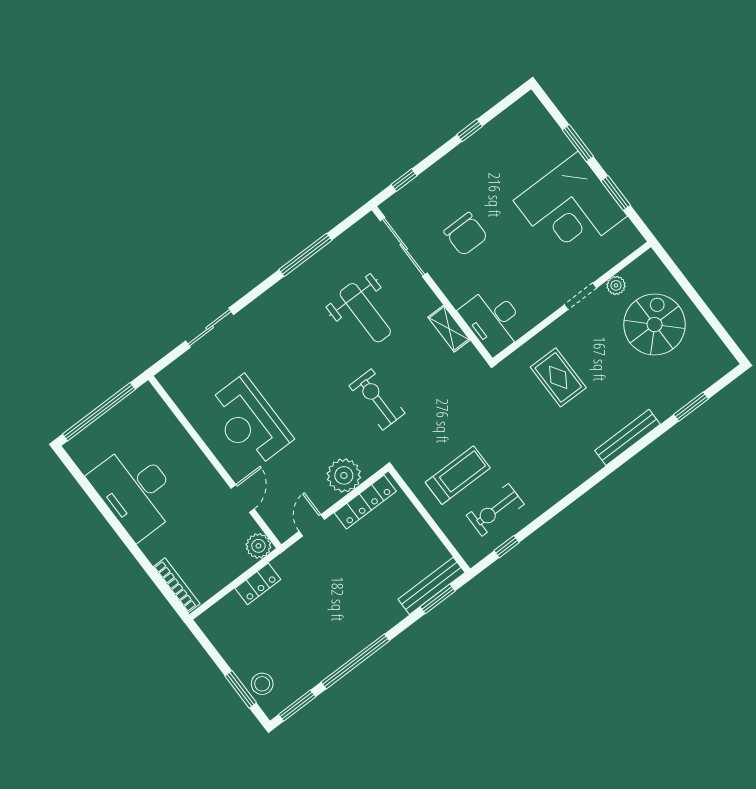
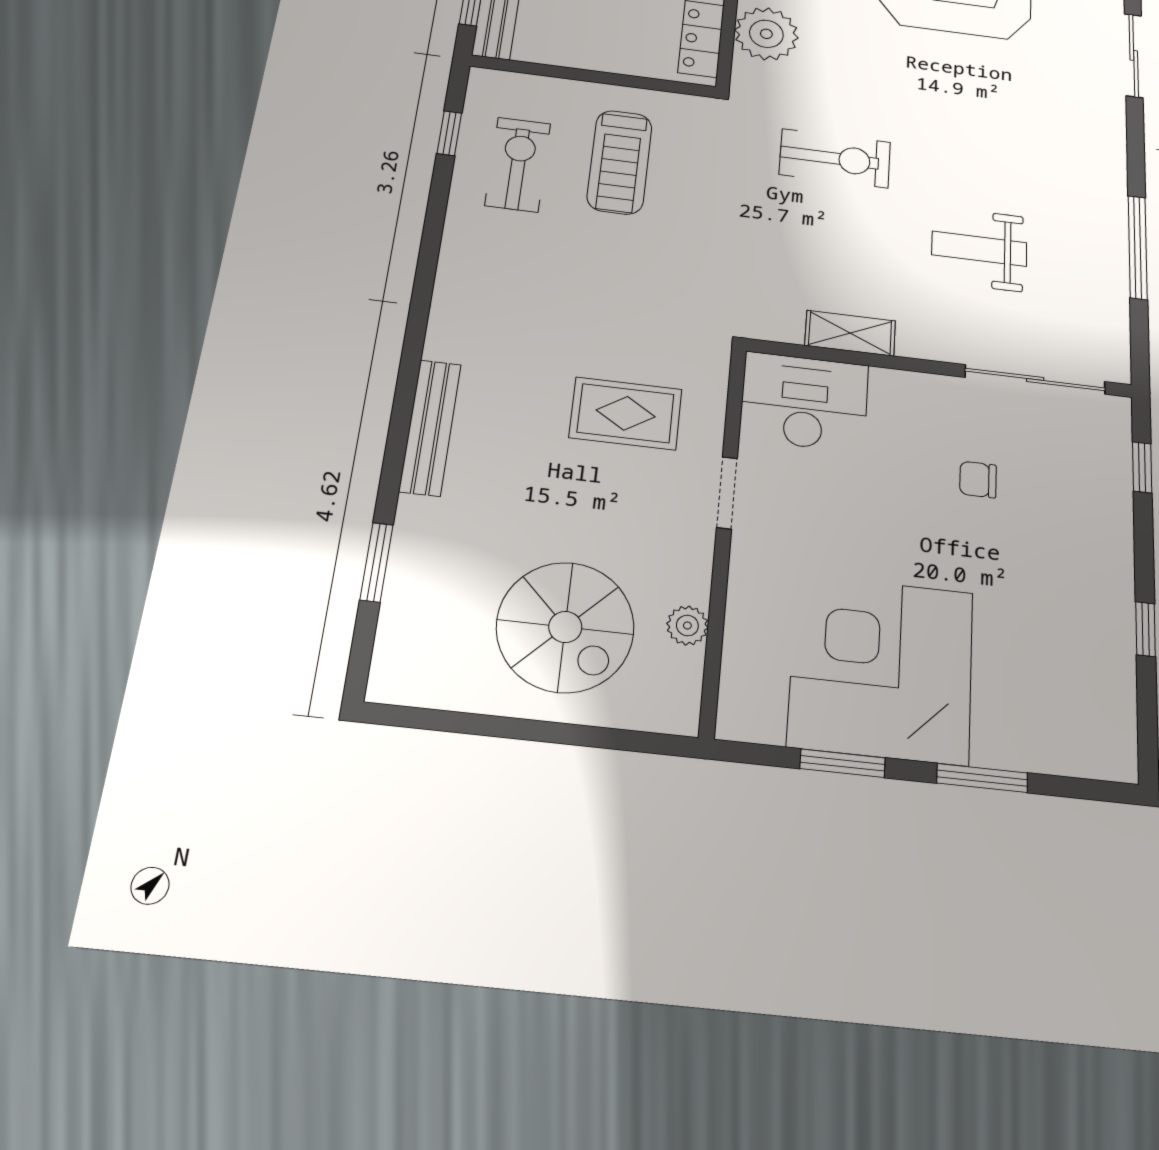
chair: (466, 234) -> (978, 480), width x0.54, depth x0.54
doorway: (580, 296) -> (727, 493), moved
weight bench: (365, 313) -> (979, 249), width x0.73, depth x0.75

